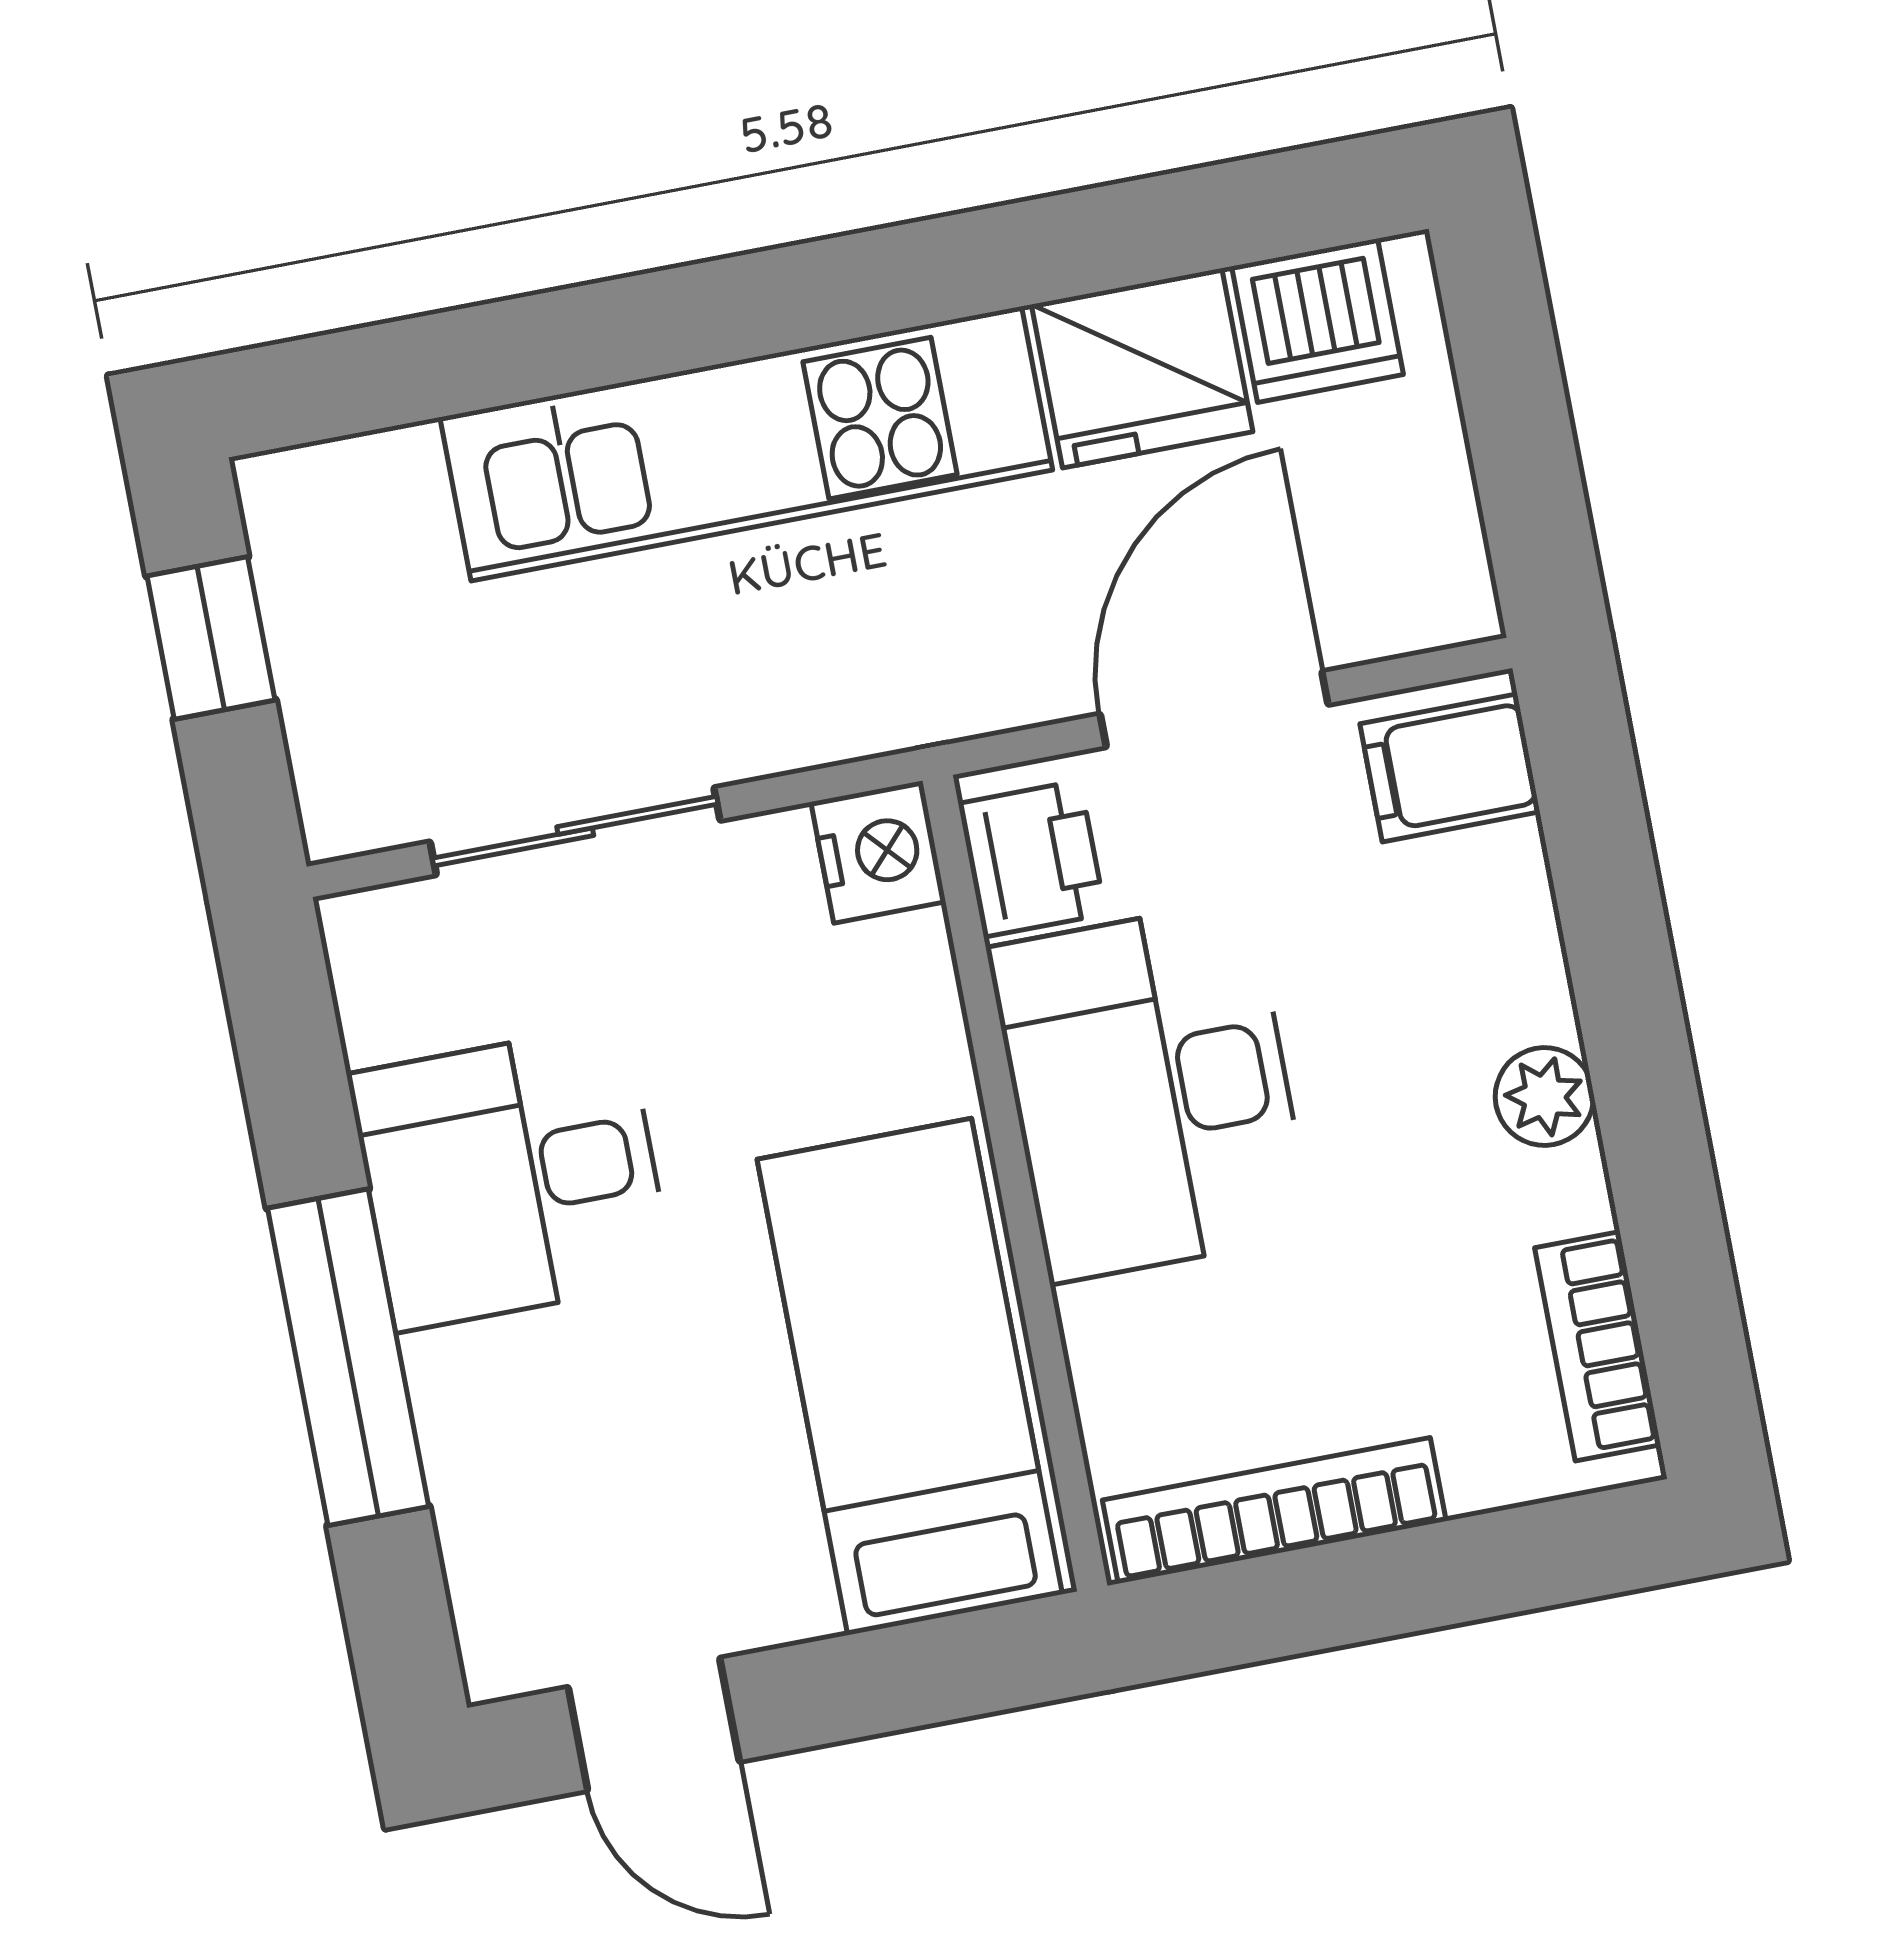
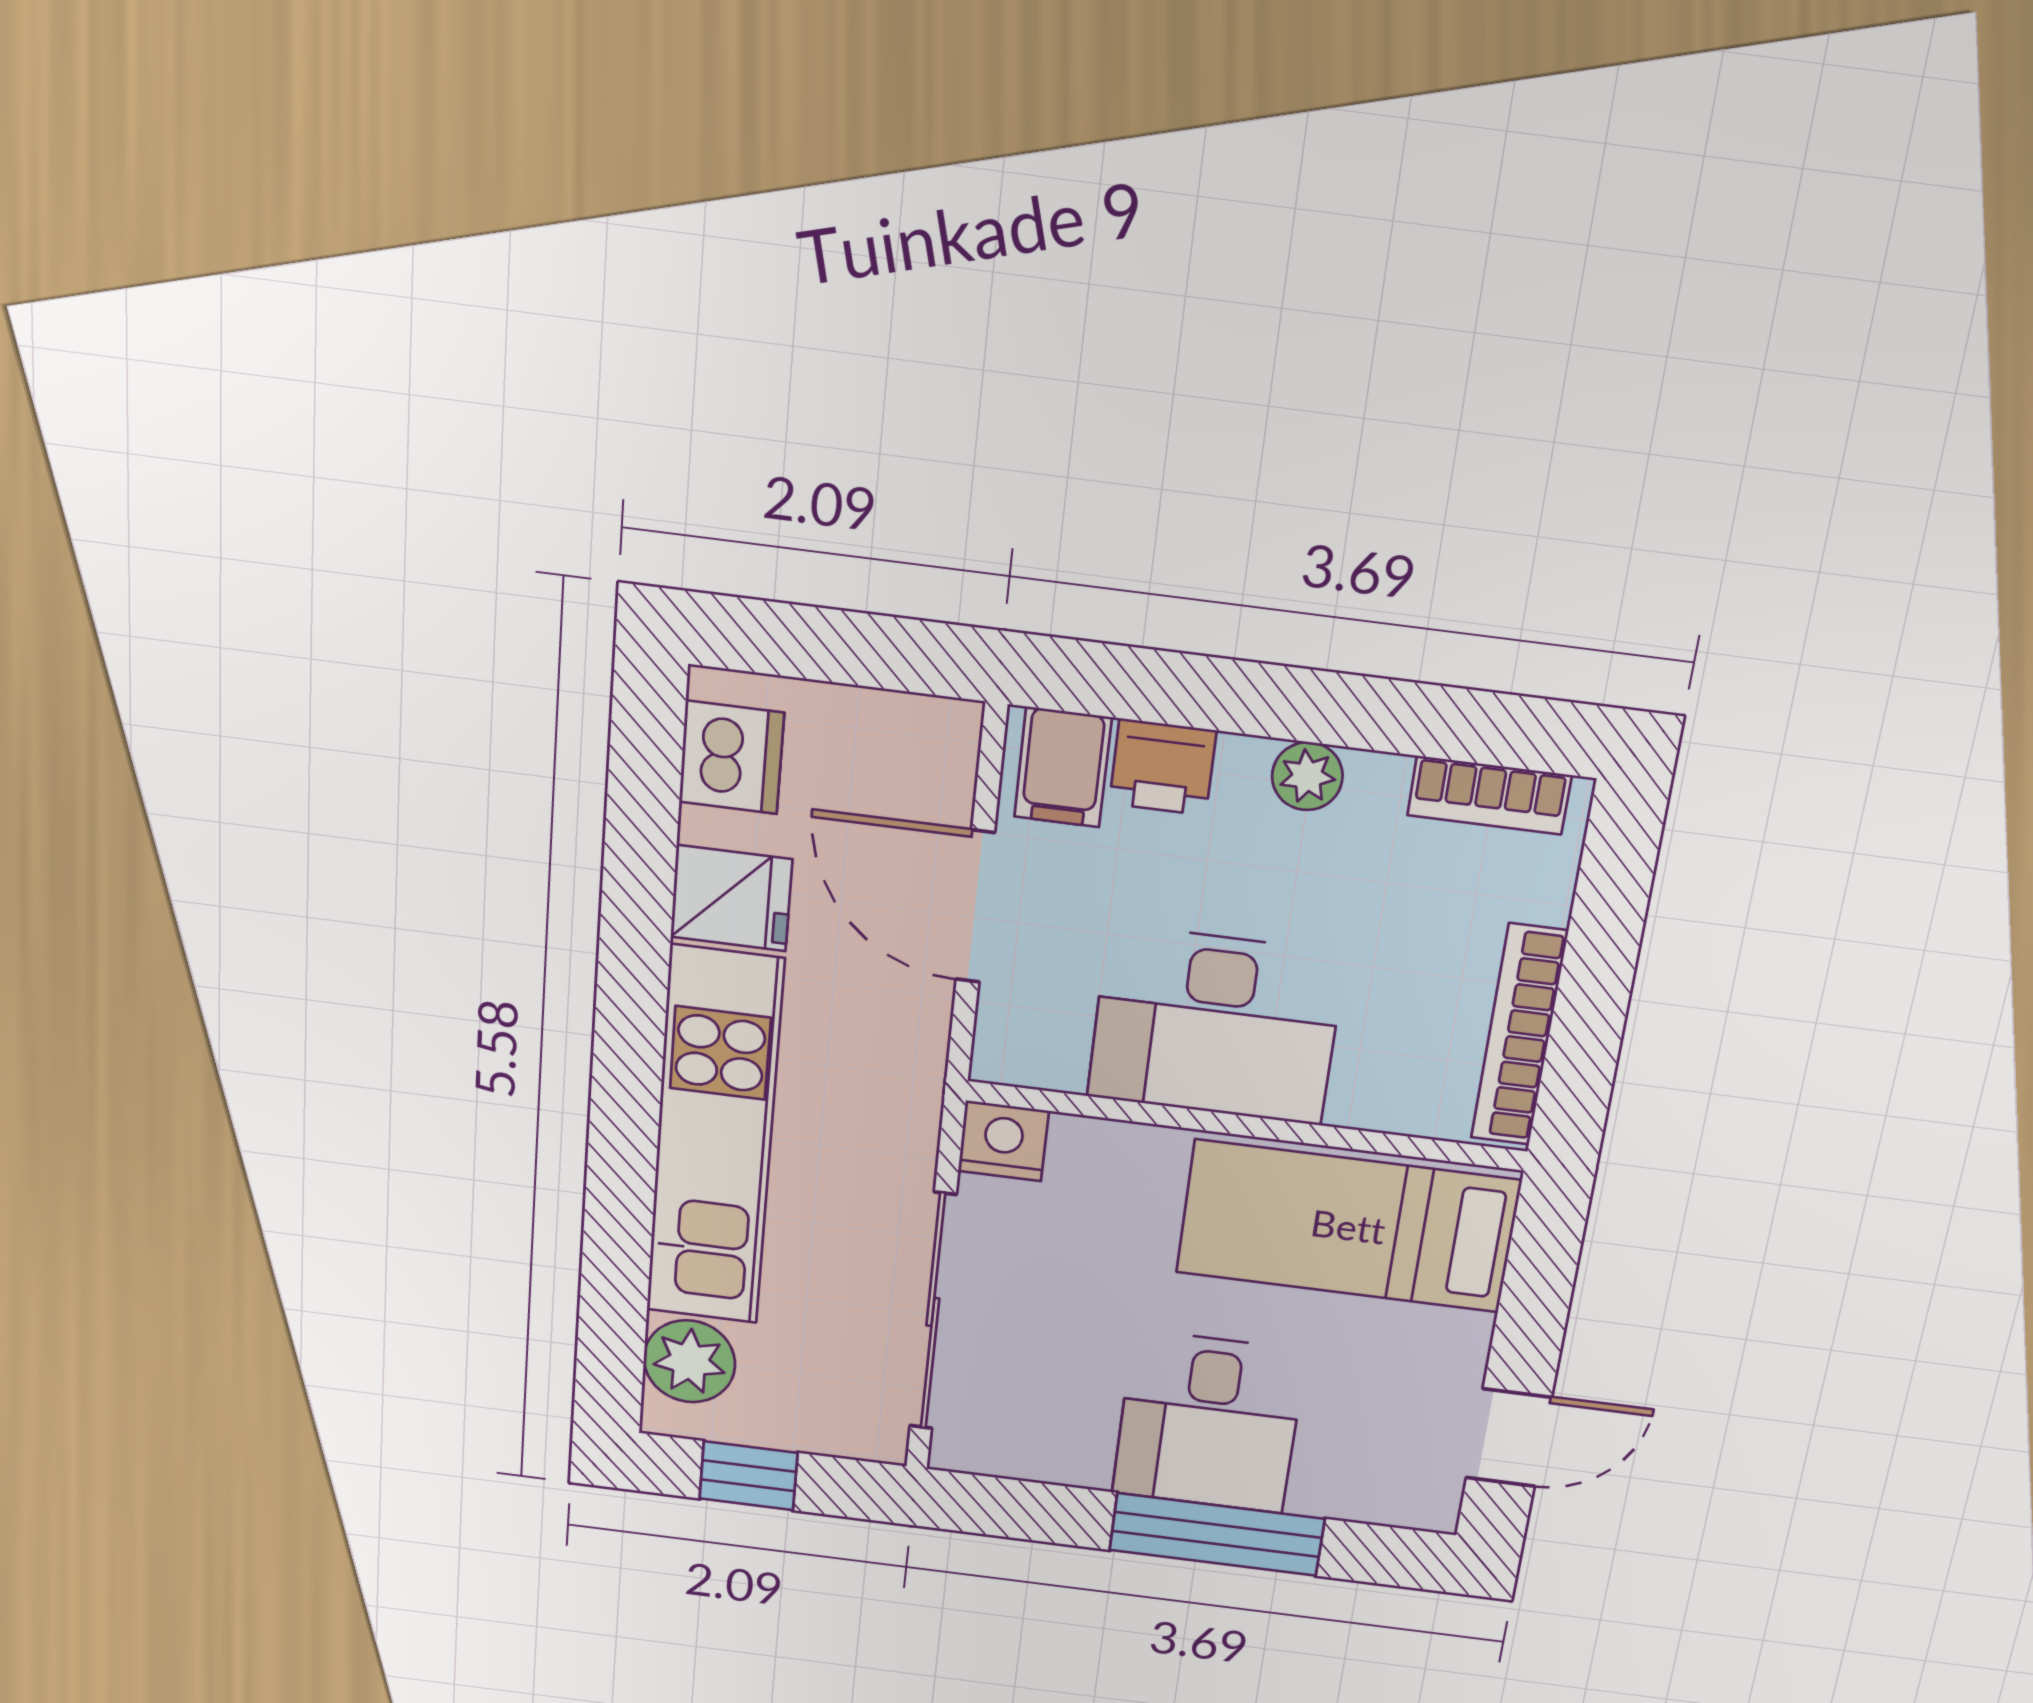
fridge: (1142, 368) -> (731, 898), width x0.72
plant: (374, 501) -> (689, 1361), added
sliding door: (575, 831) -> (933, 1312), width x1.37
printer: (1032, 859) -> (1163, 767), moved, turned 180
desk: (511, 1177) -> (1209, 1422), moved

